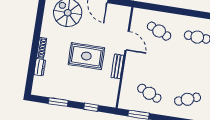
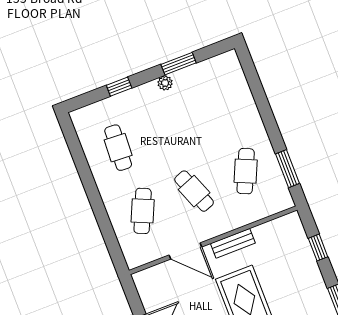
door: (127, 41) -> (185, 251), swing flipped
cafe table: (188, 99) -> (194, 191), moved

